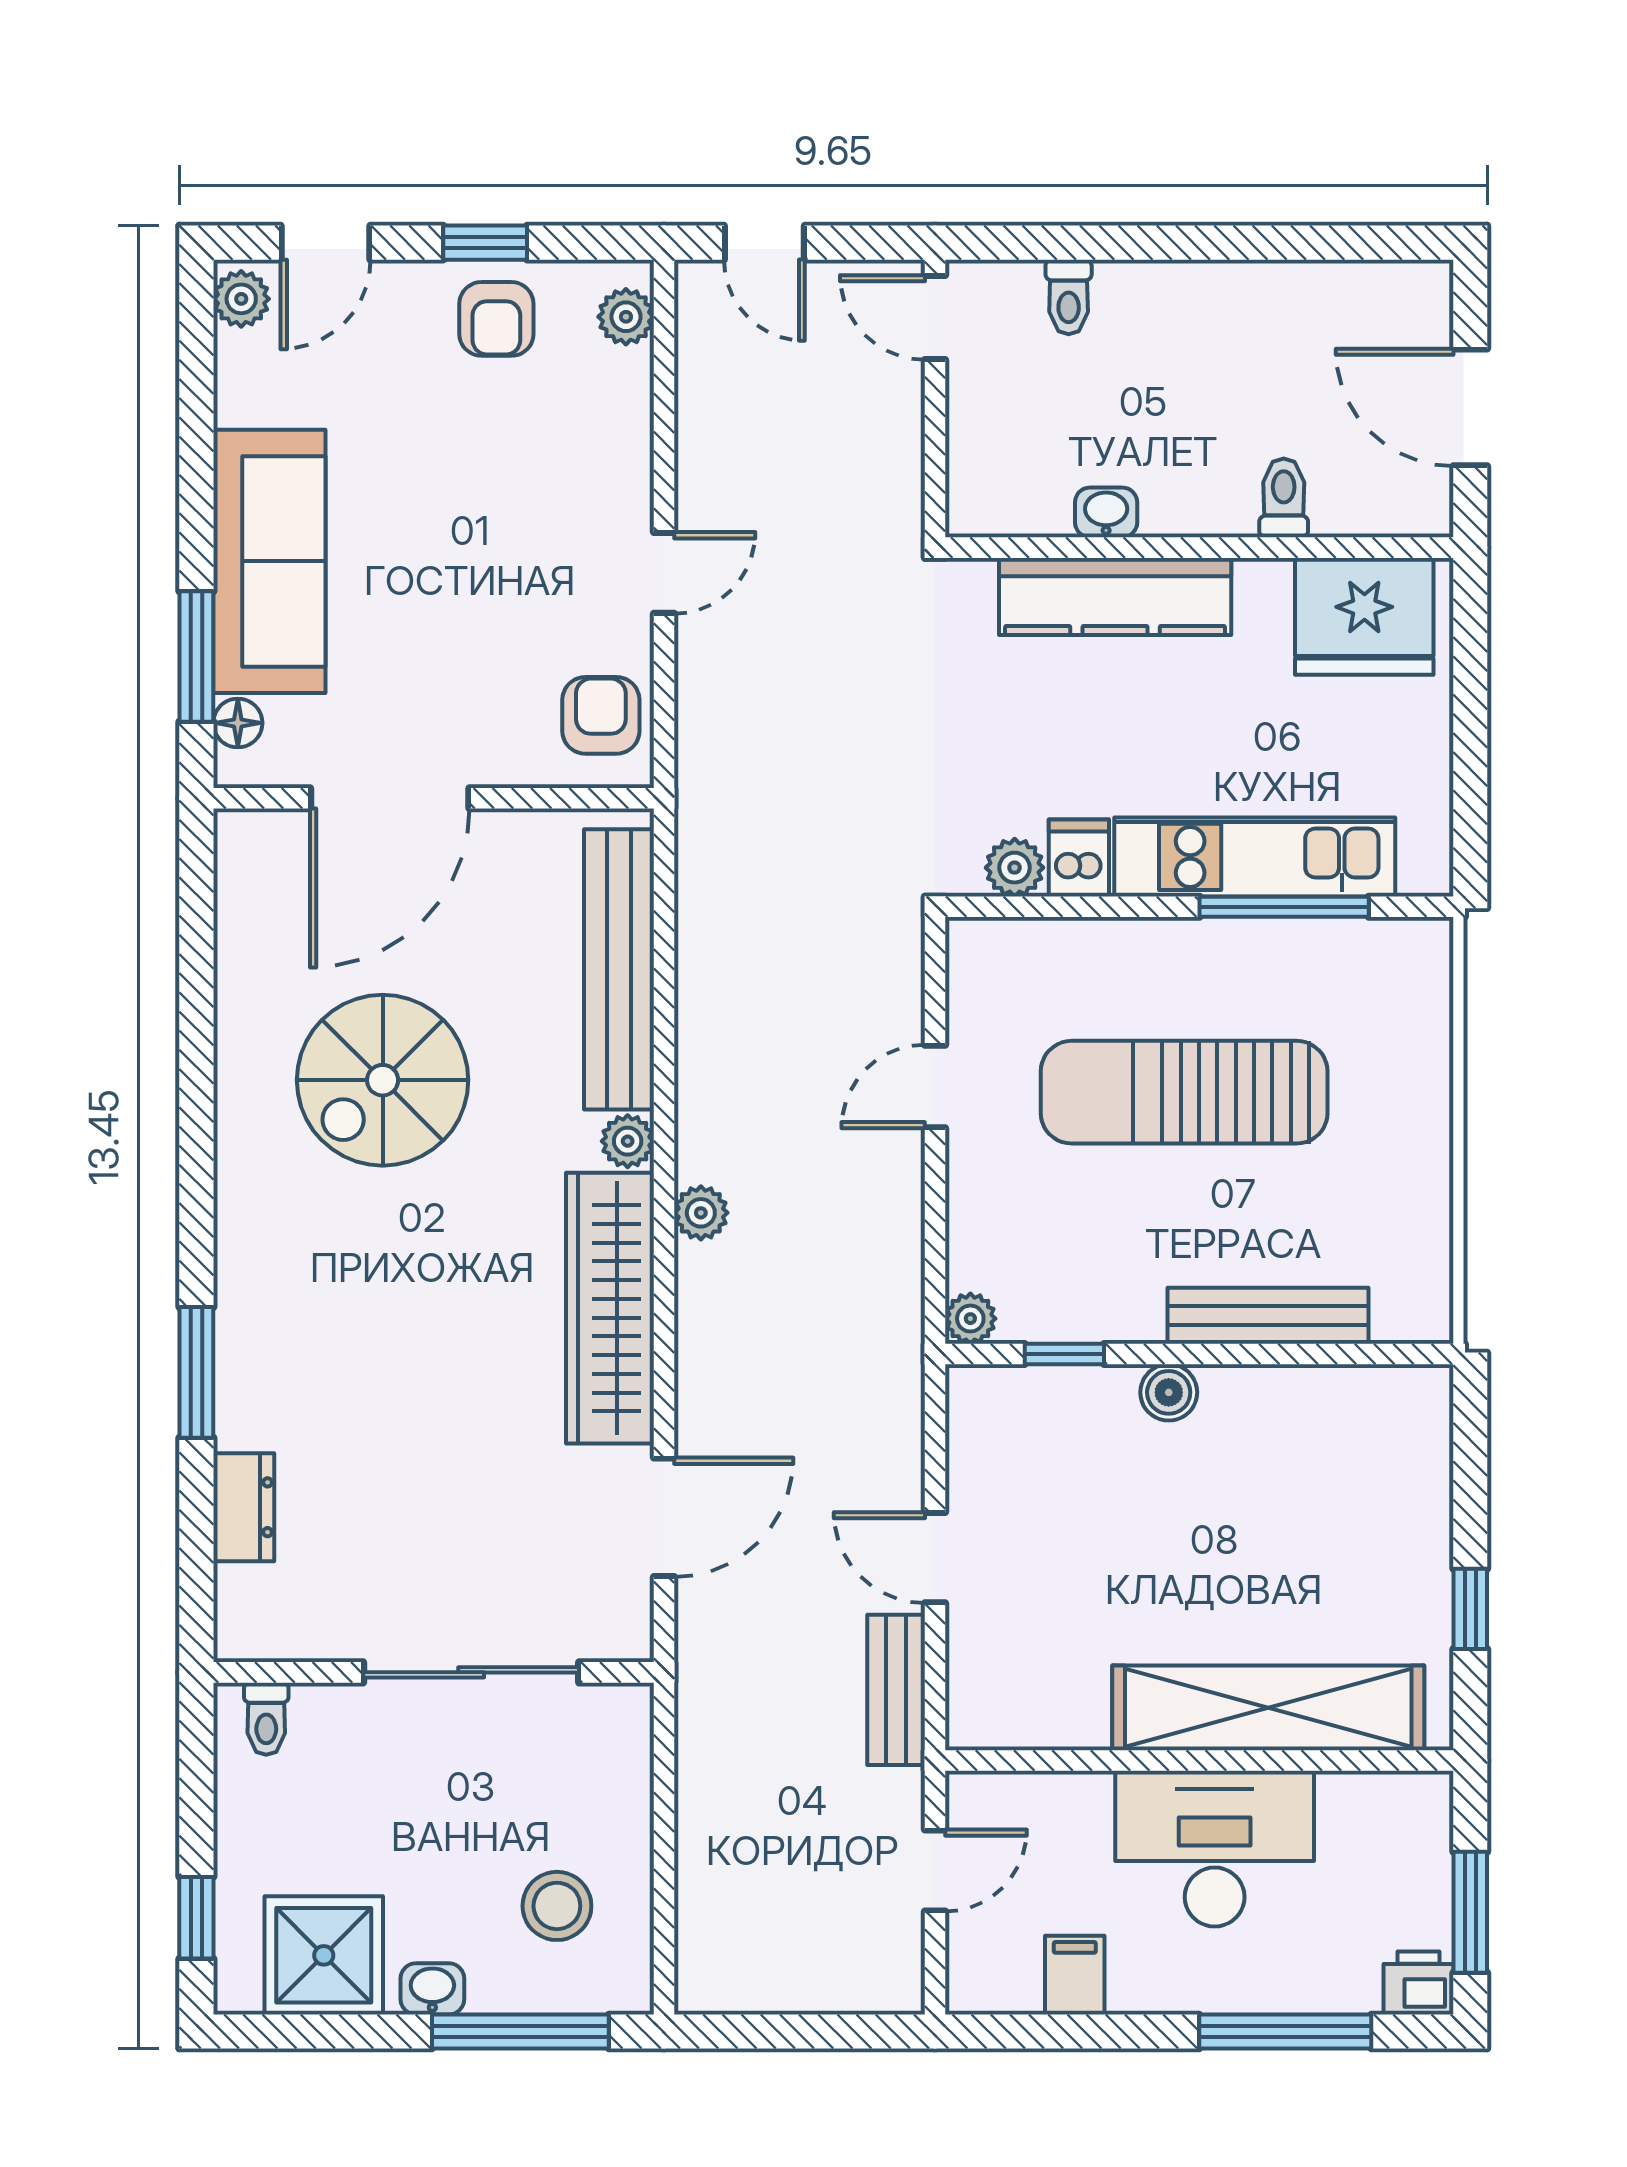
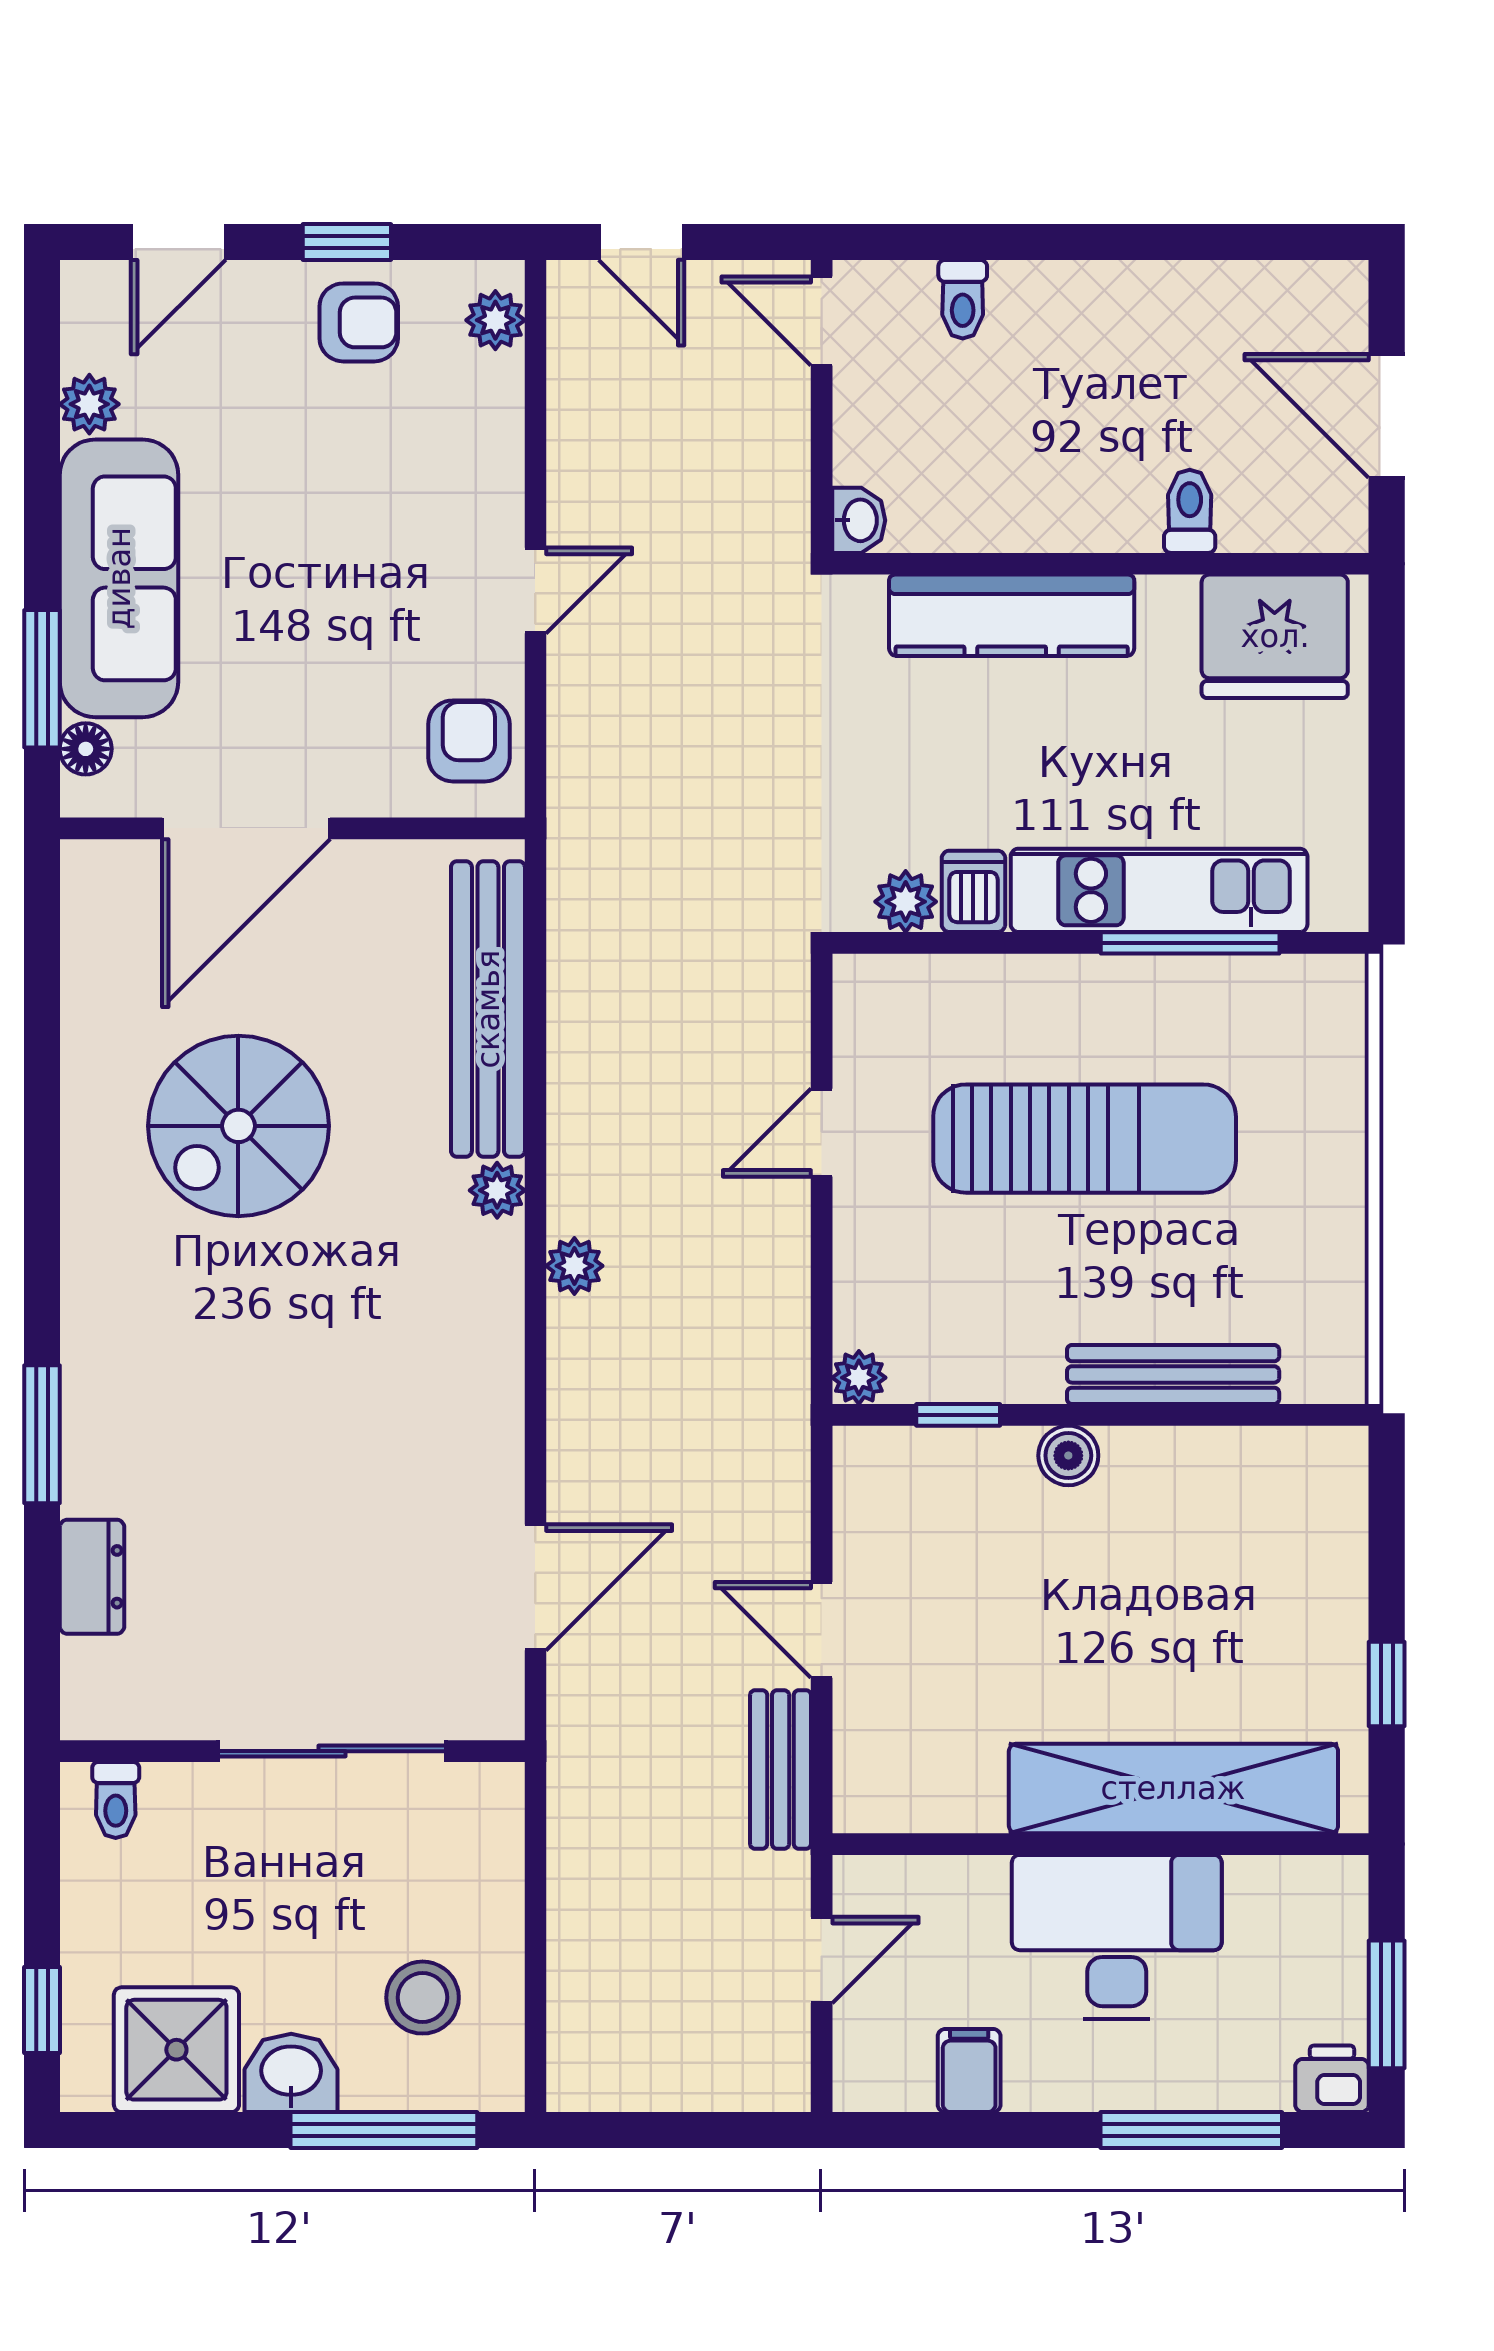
plant: (241, 299) -> (89, 404), moved
armchair: (496, 319) -> (359, 322), turned -90
washbasin: (1106, 512) -> (859, 520), moved, turned 90
sun lounger: (1184, 1092) -> (1085, 1139), turned 180
wardrobe: (610, 1308) -> (478, 1367), removed
washbasin: (432, 1989) -> (291, 2073), width x1.38, depth x1.45

